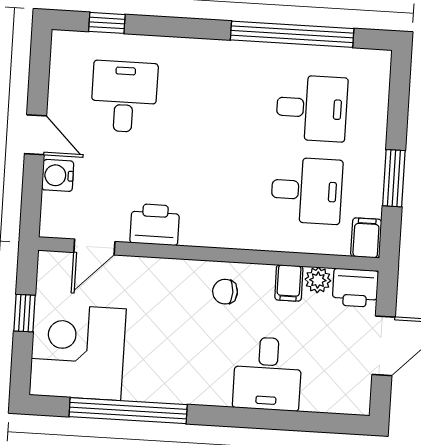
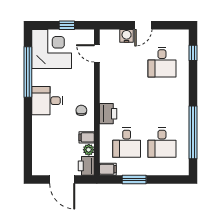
desk: (124, 97) -> (162, 62), turned 90
printer: (155, 225) -> (108, 114), moved
desk: (267, 374) -> (47, 101), moved

